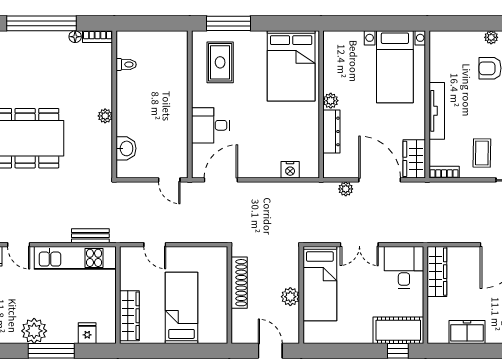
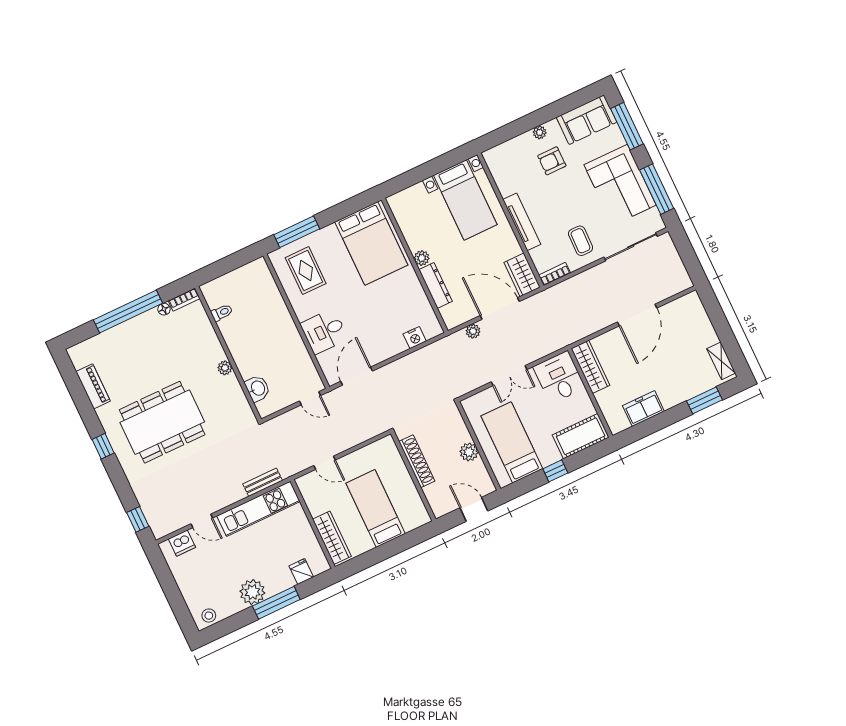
bed: (320, 284) -> (512, 442), moved, turned 180
window: (398, 351) -> (555, 471), moved

